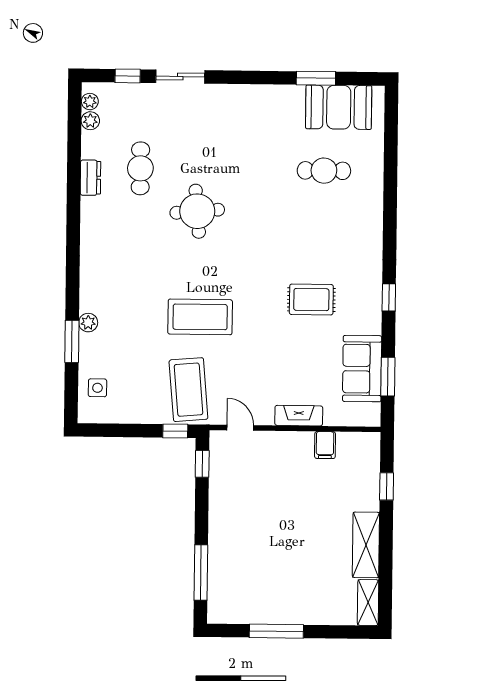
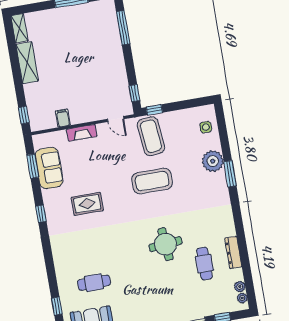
window: (391, 144) -> (57, 306), added
dresser: (90, 178) -> (233, 252), width x1.44
plant: (88, 323) -> (213, 161), width x1.88, depth x1.88
window: (72, 341) -> (230, 174), moved
window: (387, 486) -> (24, 115), moved

